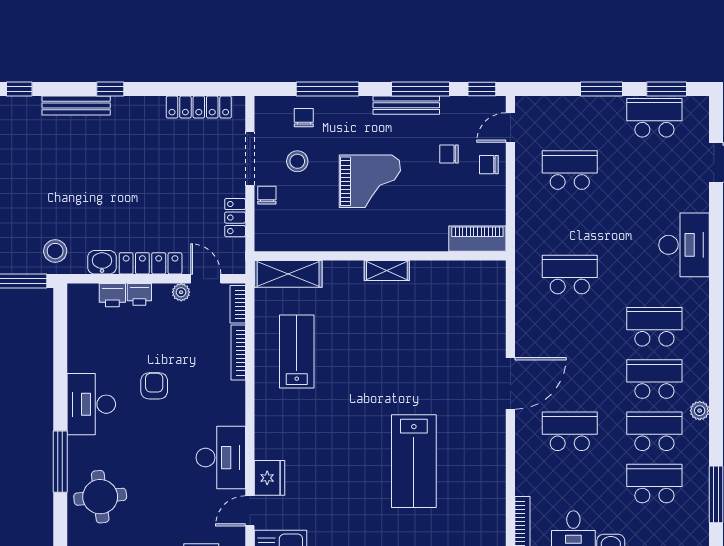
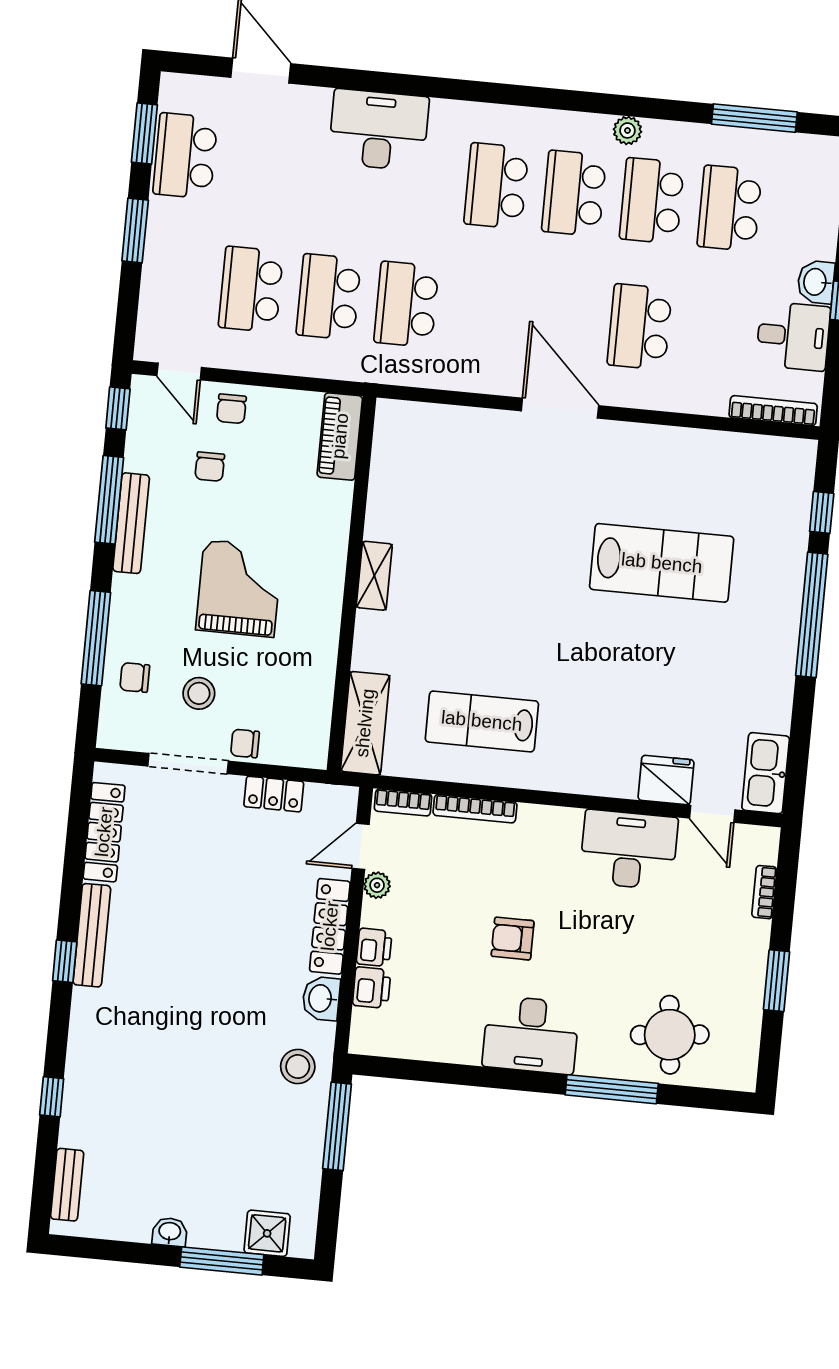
bench: (76, 105) -> (92, 935), moved
school desk: (570, 222) -> (329, 297), added

